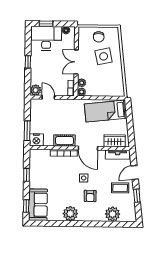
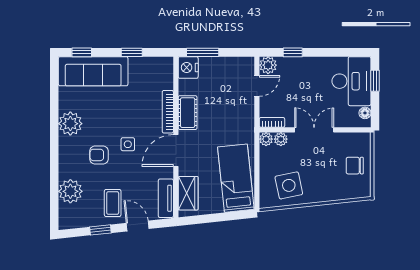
side table: (104, 56) -> (289, 185), moved
window: (28, 62) -> (293, 52), moved
sofa: (38, 205) -> (93, 71), width x1.36

